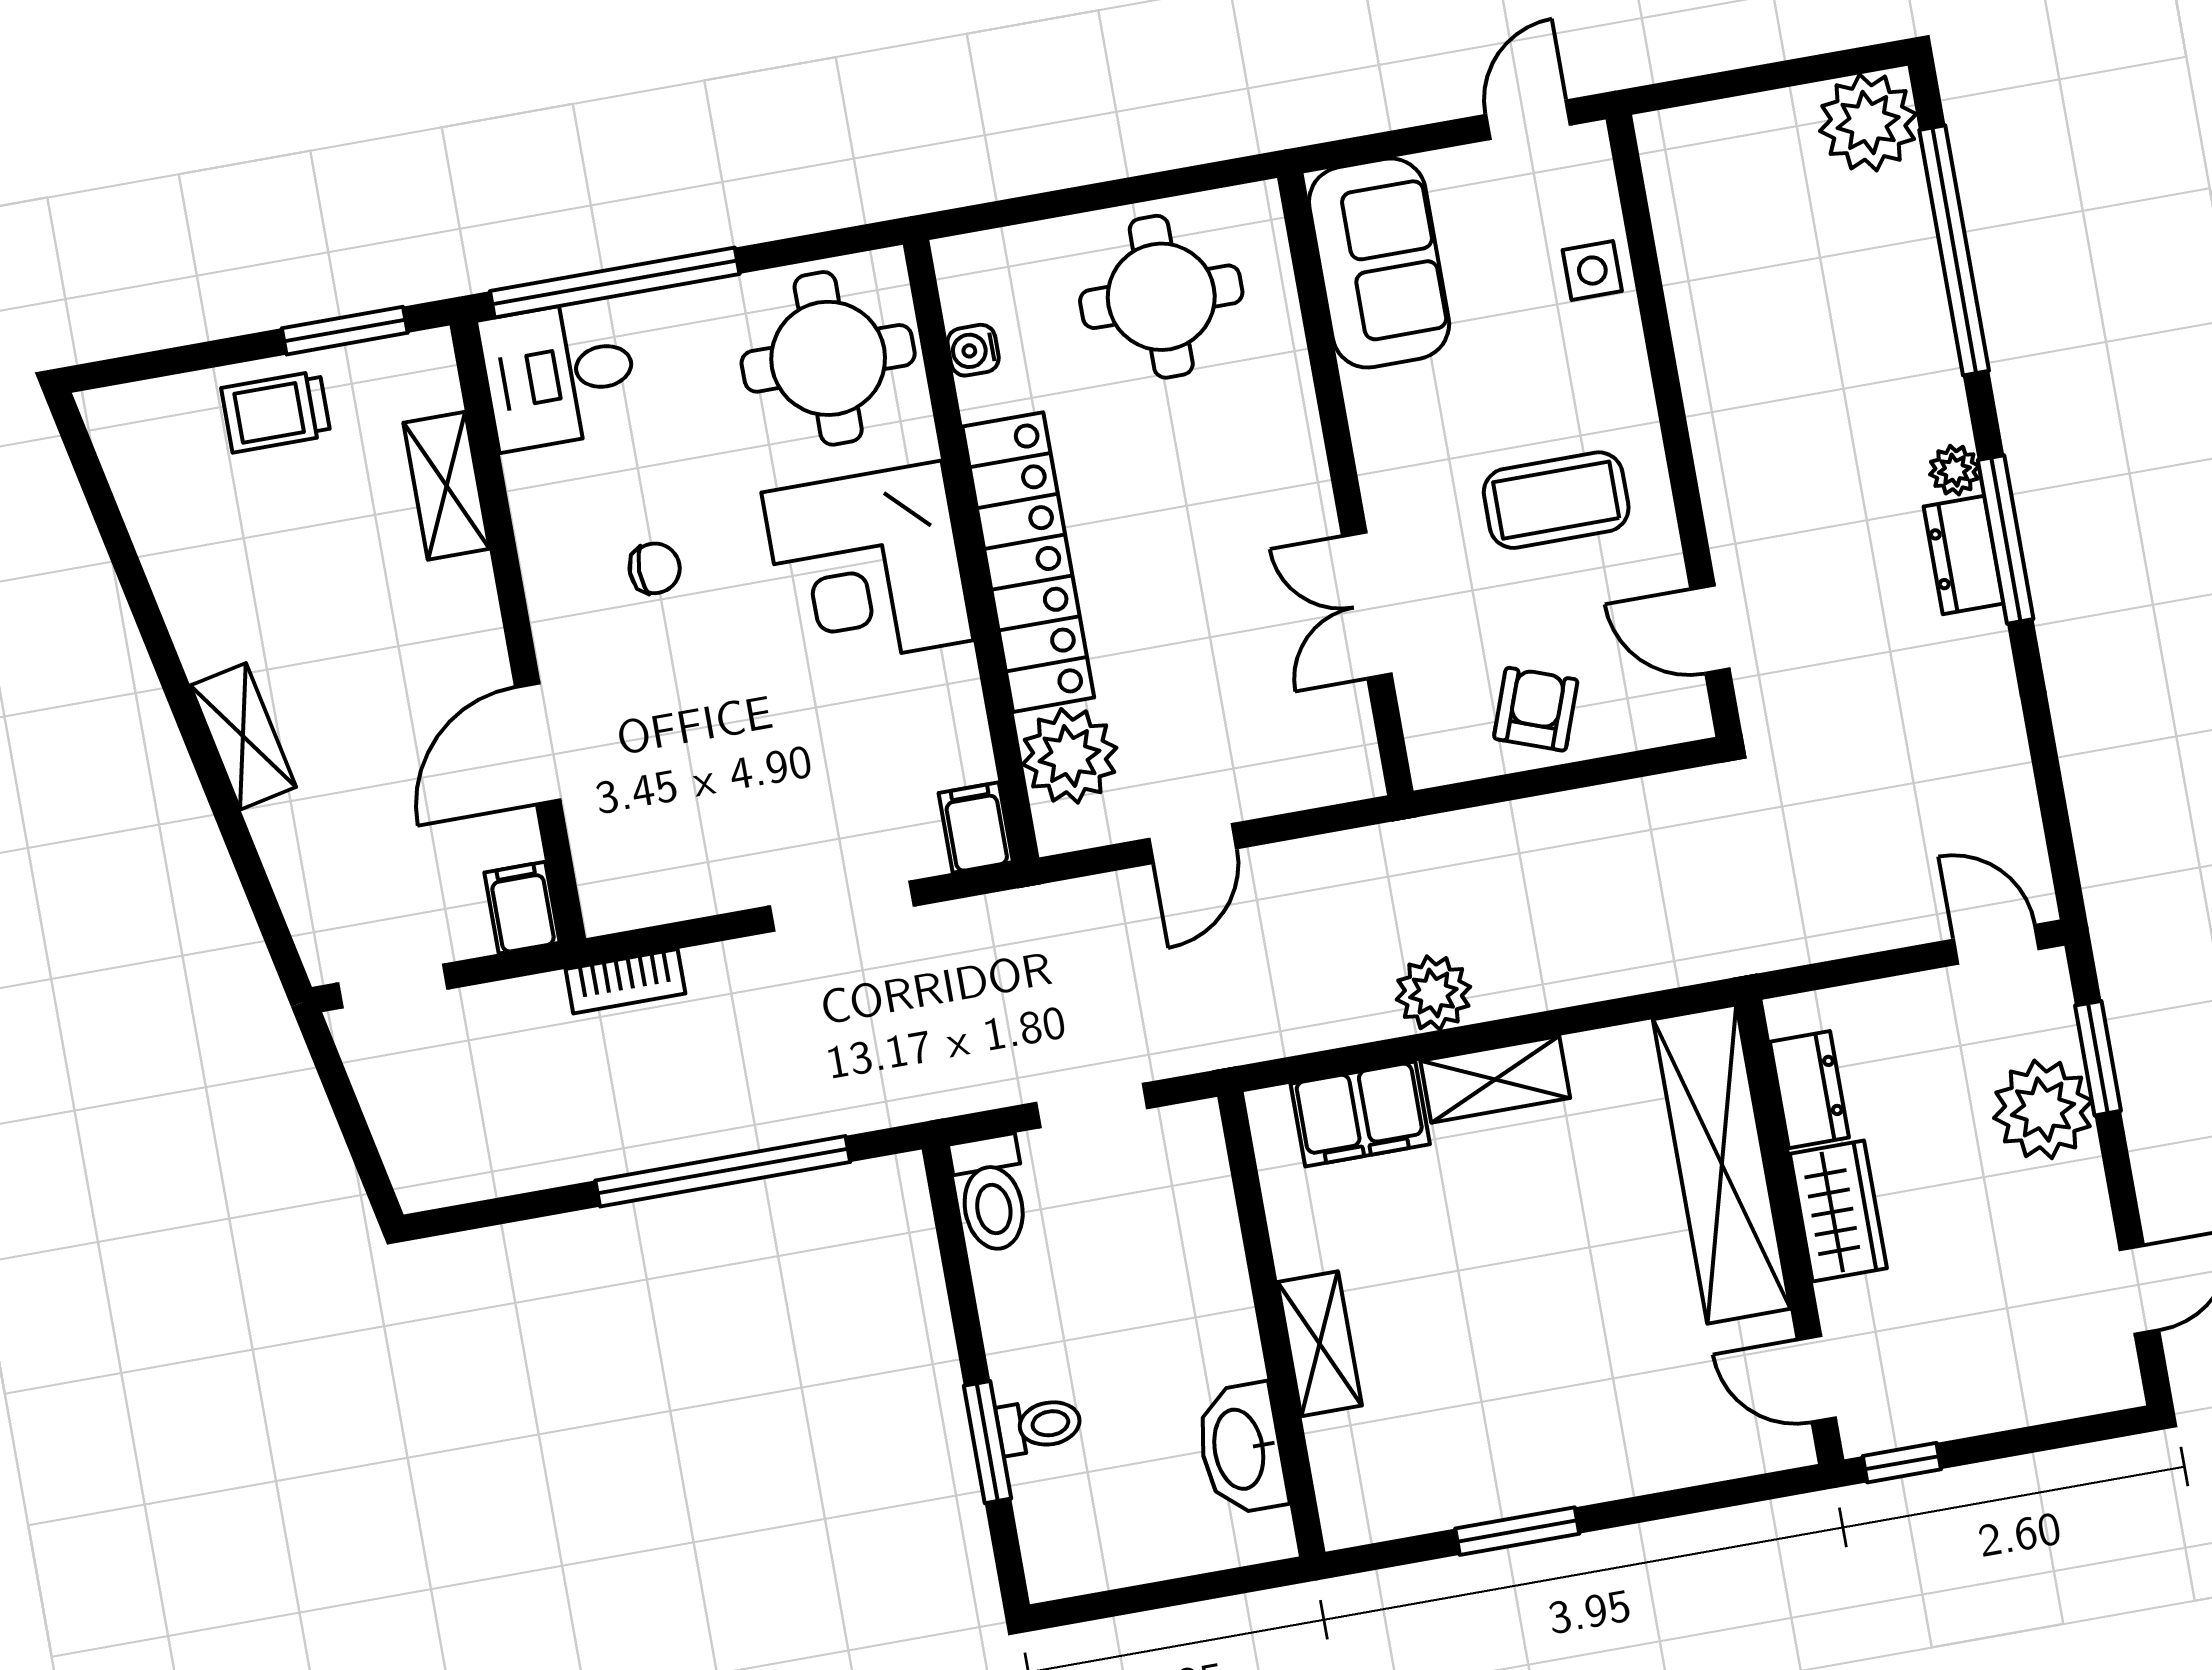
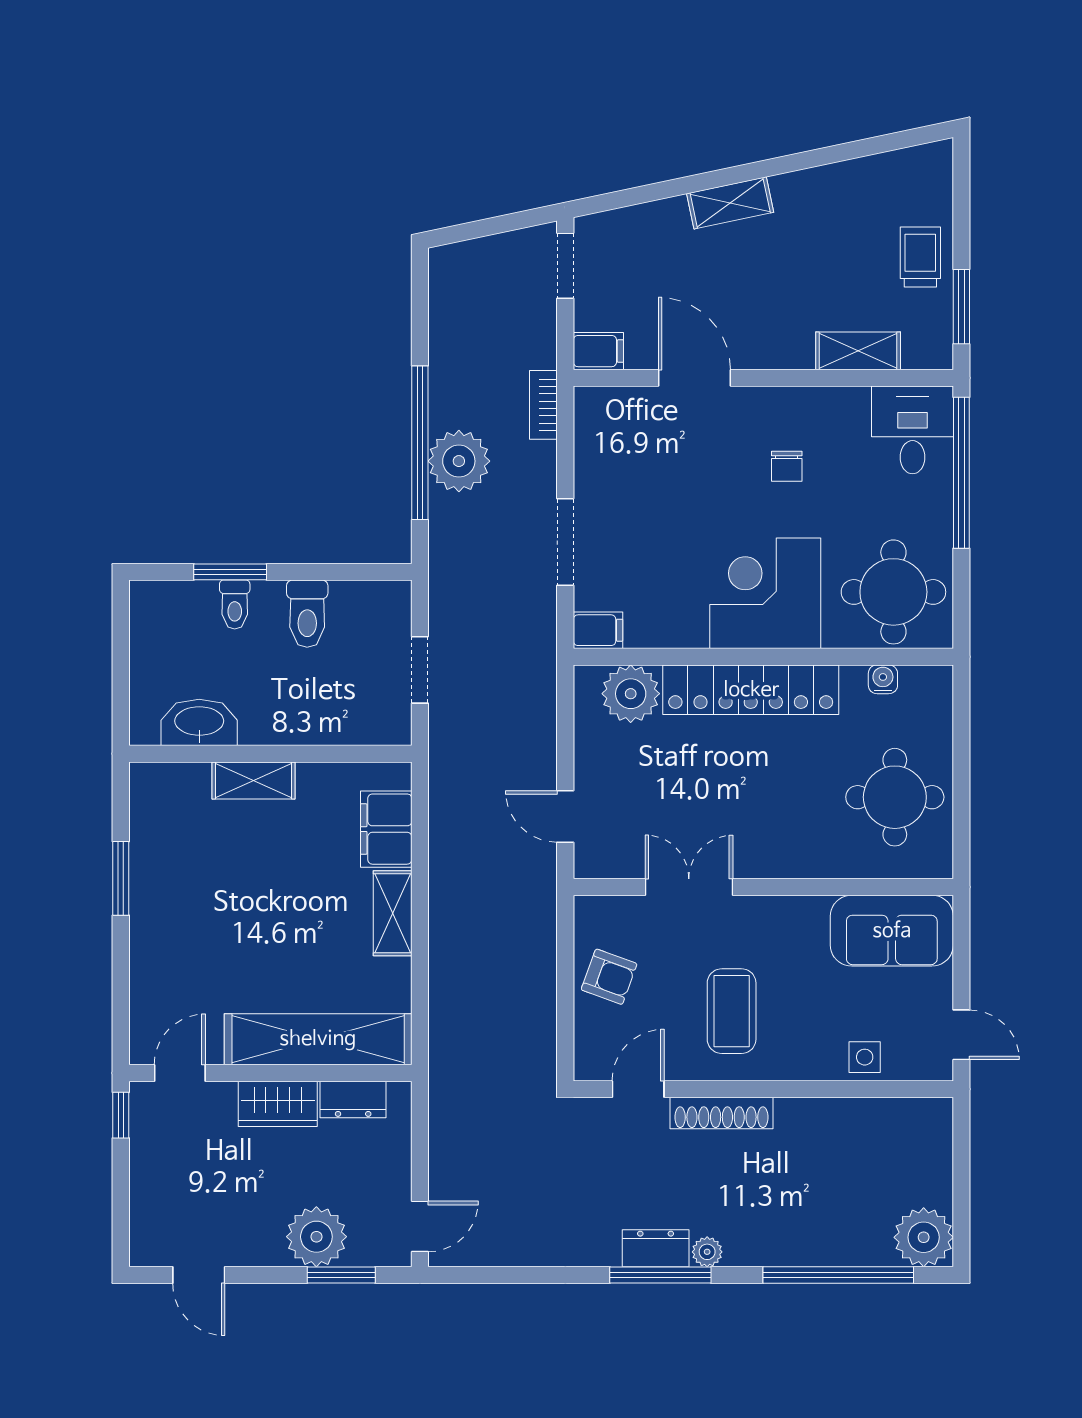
shoe rack: (1725, 487) -> (721, 1113), added
door: (1193, 844) -> (565, 816), moved
plant: (1433, 993) -> (459, 461), moved, width x1.36, depth x1.36
toilet: (991, 1194) -> (307, 614), moved, turned -90

